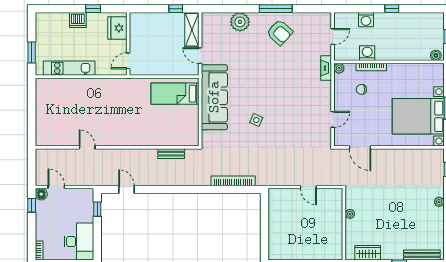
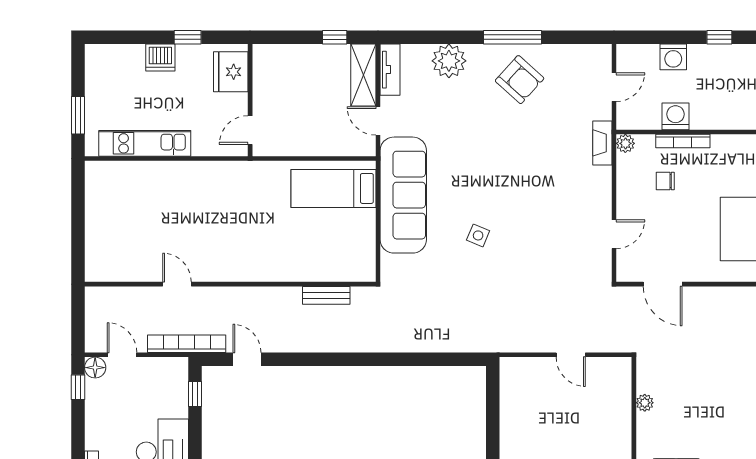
tv unit: (207, 27) -> (390, 70), added
bookcase: (233, 181) -> (187, 344), moved

